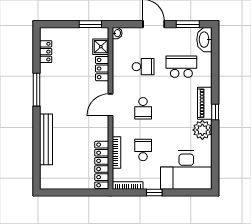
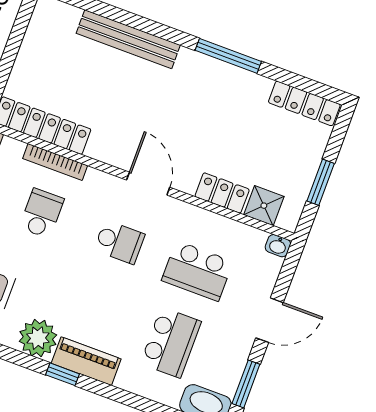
window: (90, 24) -> (321, 182), moved
locker: (46, 52) -> (304, 103), width x1.53
school desk: (143, 67) -> (197, 271), width x1.85
school desk: (143, 108) -> (119, 242), turned 180
school desk: (143, 150) -> (42, 213), turned -90

